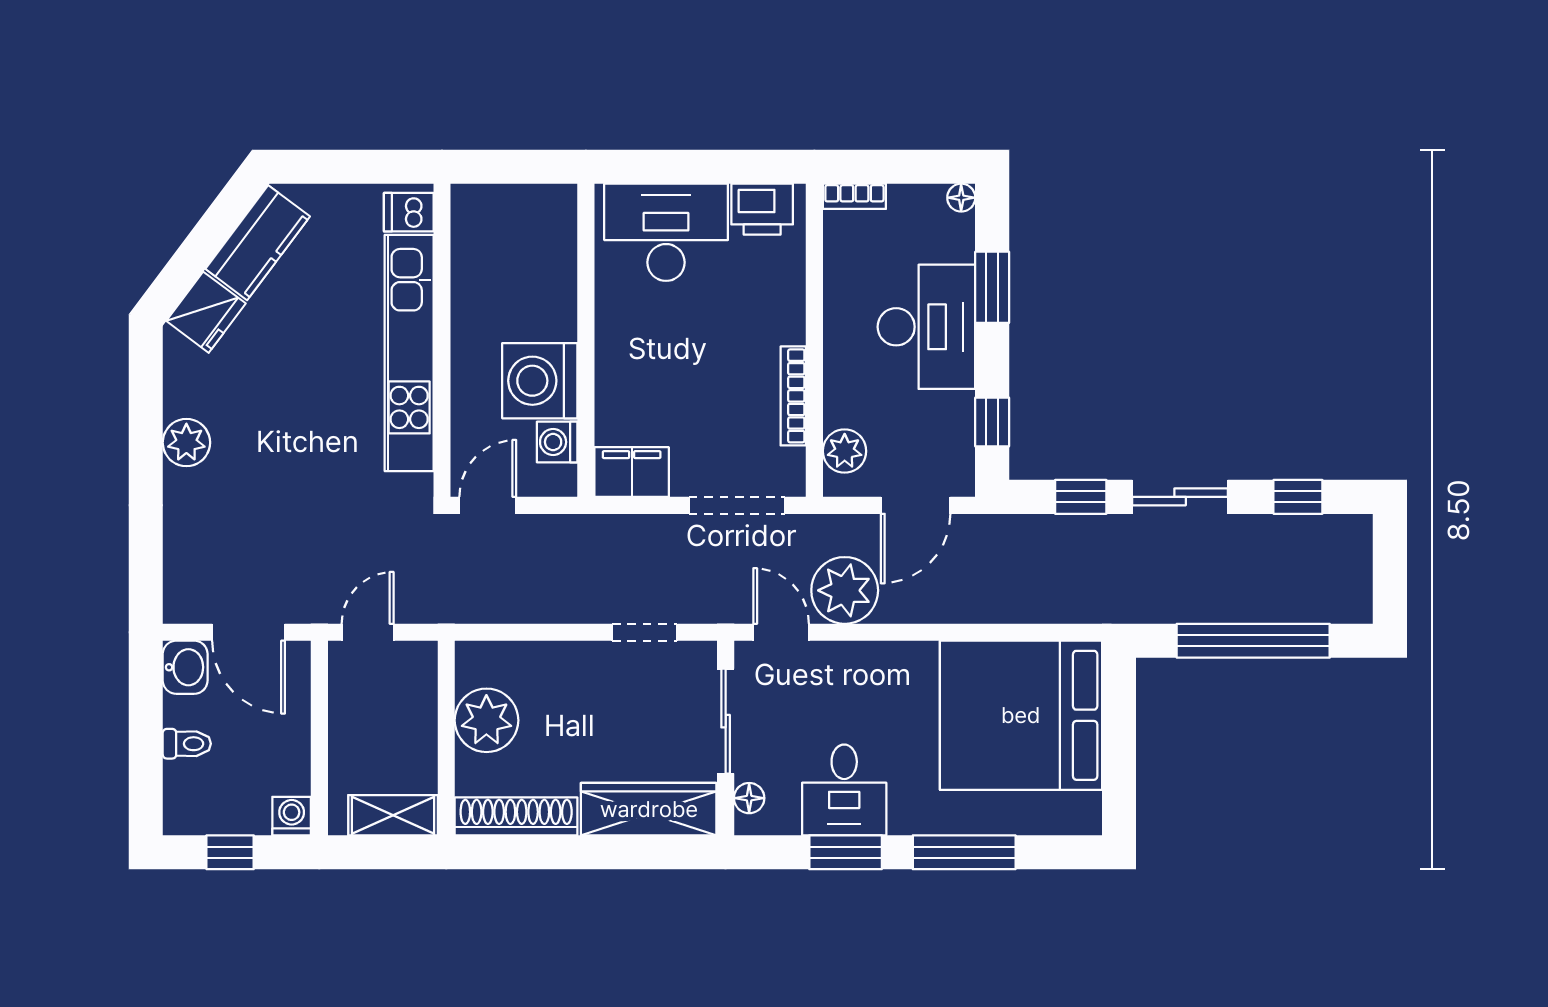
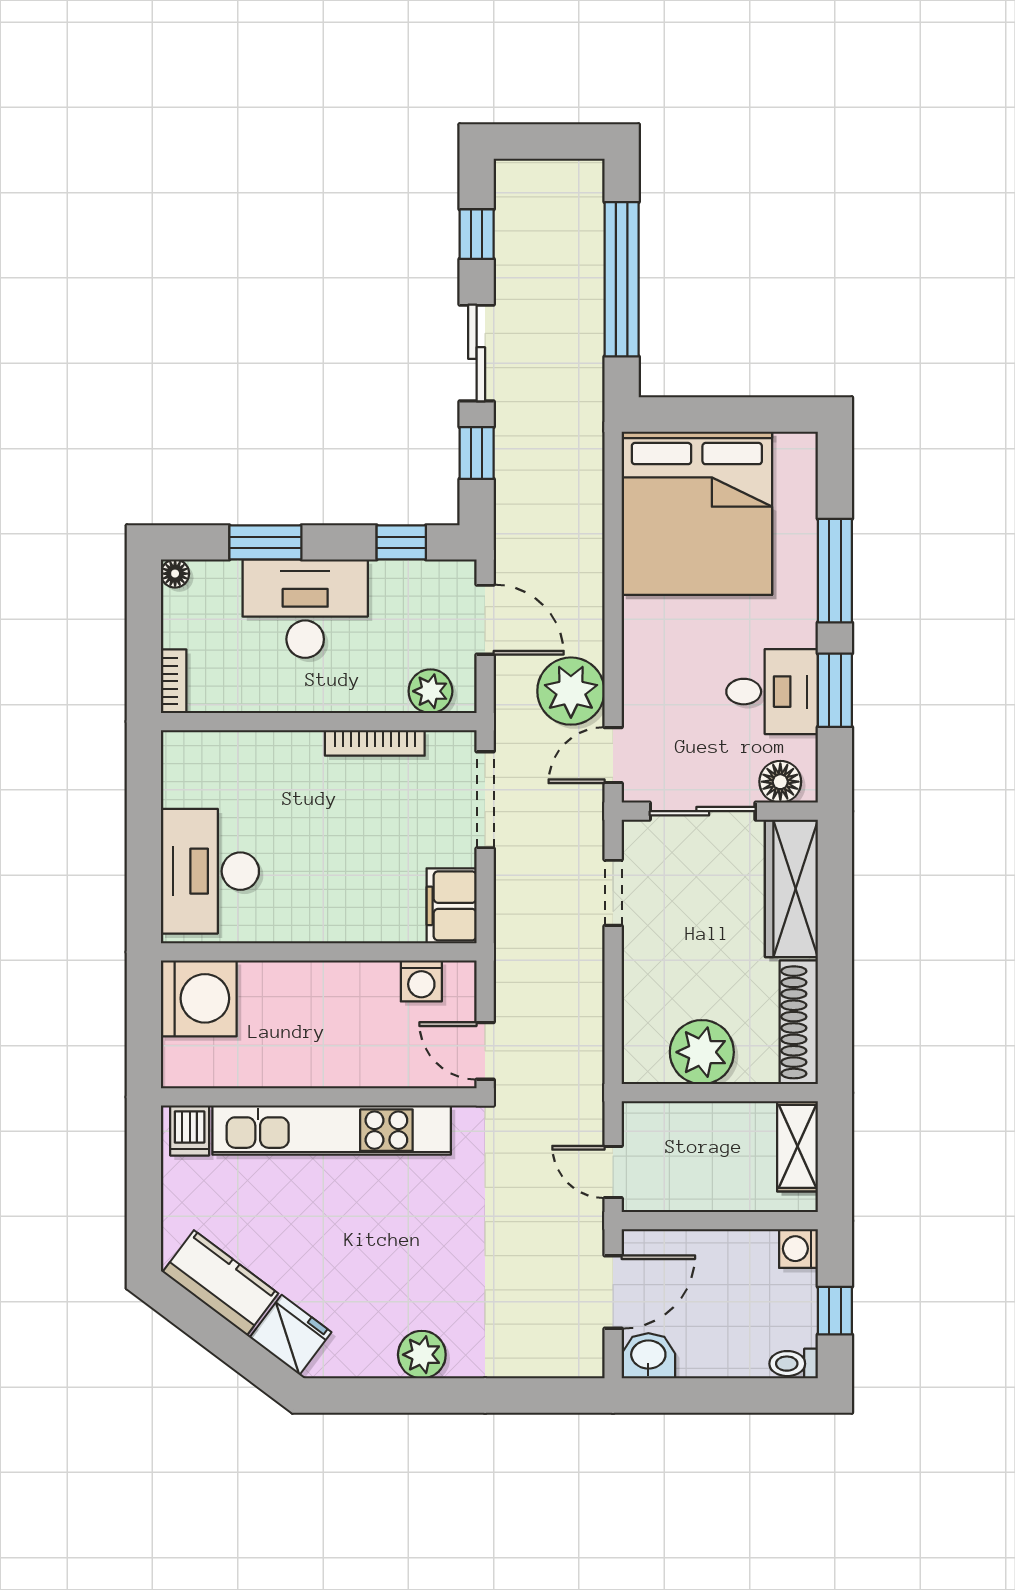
printer: (762, 209) -> (187, 774), removed
washing machine: (540, 381) -> (199, 998), moved, turned -90
toilet: (187, 744) -> (794, 1364), moved, turned -90
floor lamp: (749, 798) -> (780, 782), width x1.37, depth x1.37

